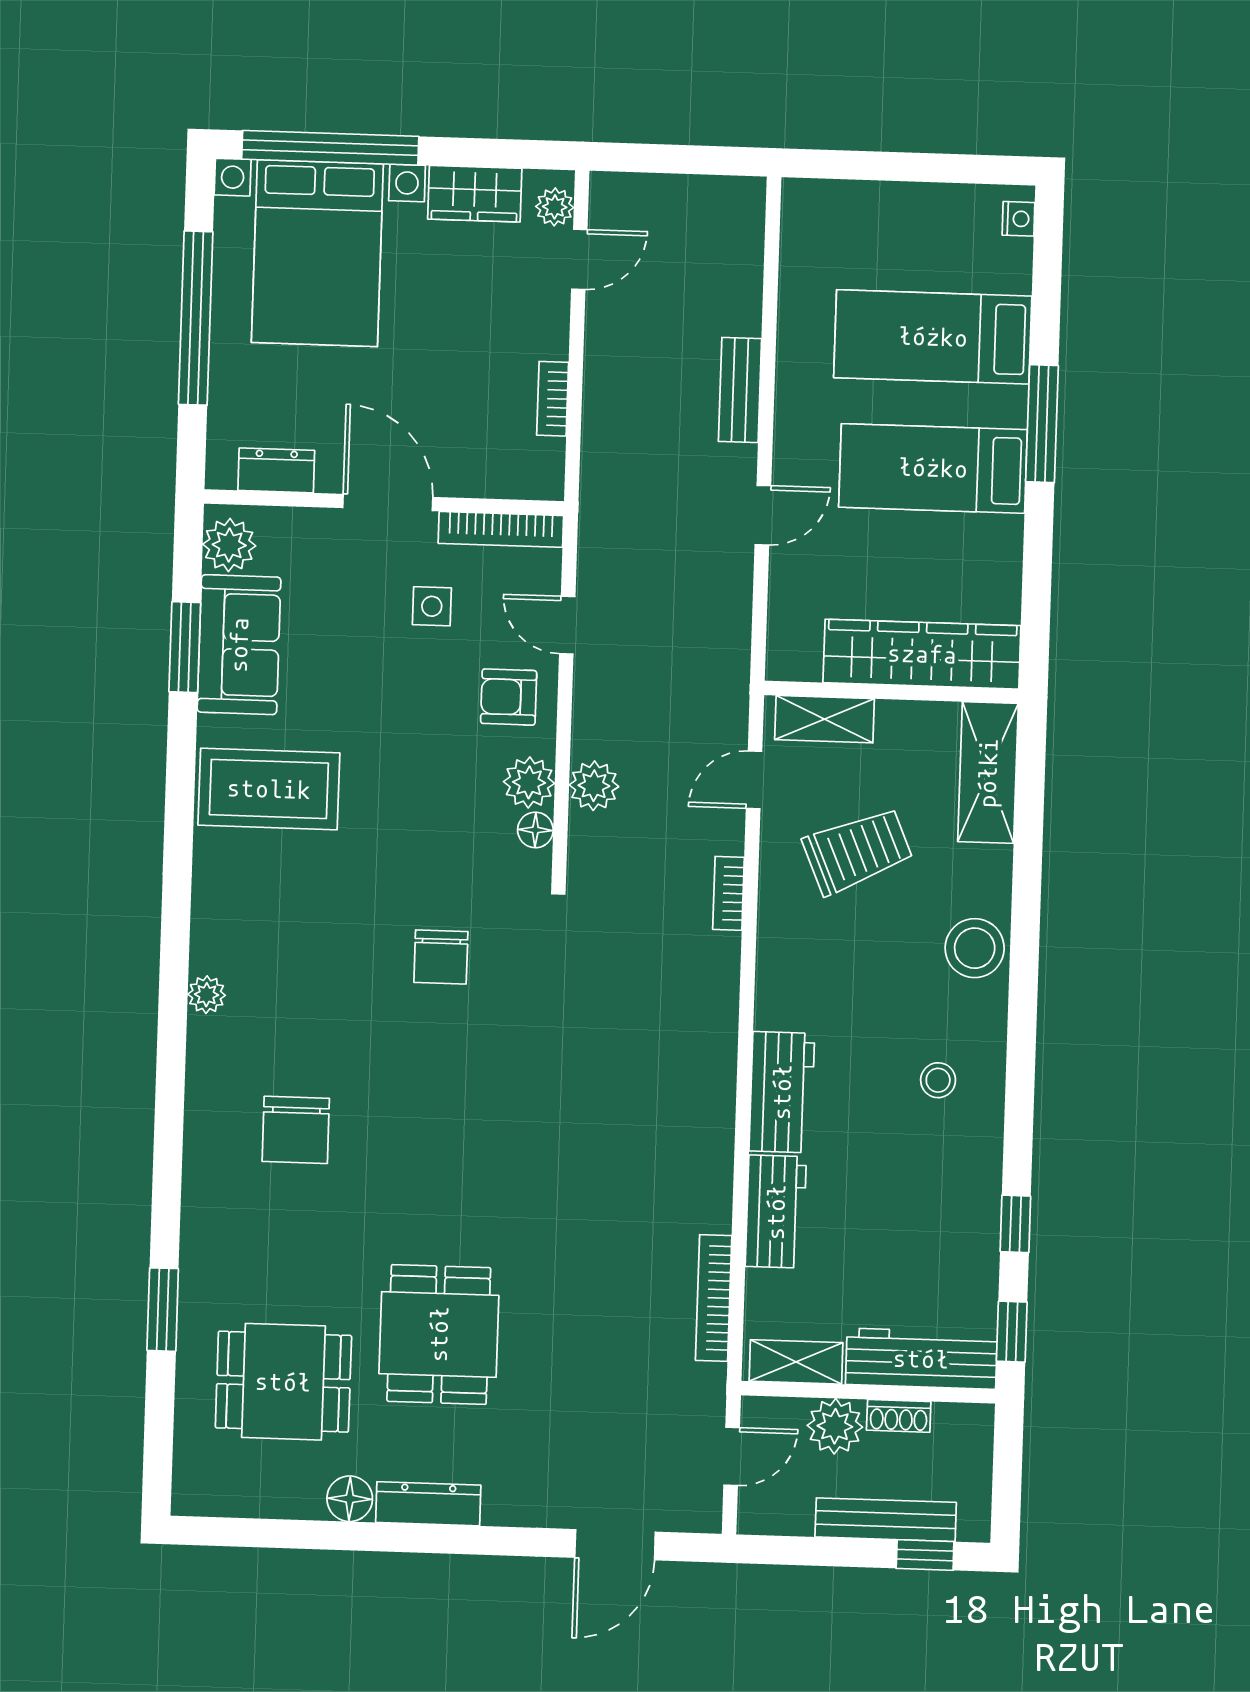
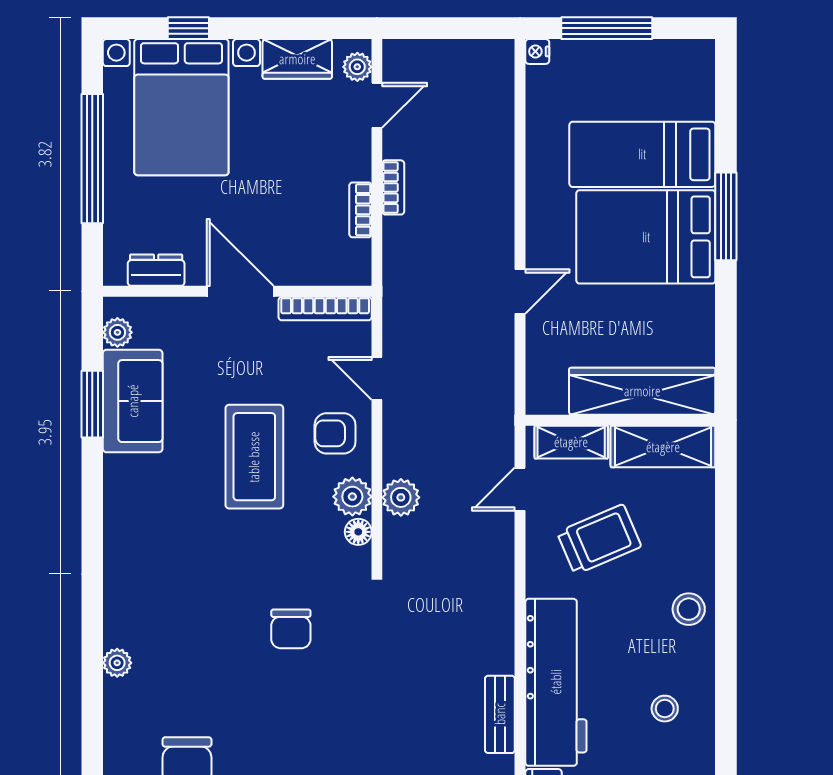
window: (330, 148) -> (188, 28), width x0.32
window: (891, 166) -> (607, 28), added
nightstand: (1018, 219) -> (537, 51), moved, turned 180
bench: (740, 390) -> (500, 714), moved
bed: (933, 468) -> (646, 237), width x1.50
plant: (229, 545) -> (117, 332), width x0.73, depth x0.73
side table: (432, 606) -> (275, 368), removed
shelving: (988, 773) -> (663, 447), moved, turned 90
coffee table: (269, 789) -> (254, 457), moved, turned 90
bookcase: (728, 893) -> (393, 187), moved, turned 180
stool: (975, 948) -> (689, 609), width x0.73, depth x0.73
workbench: (782, 1092) -> (556, 682), width x1.88, depth x1.32

